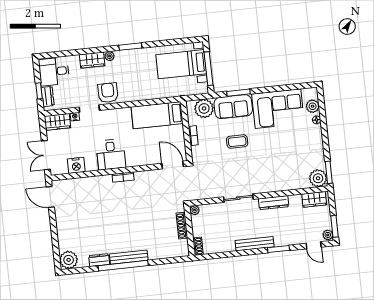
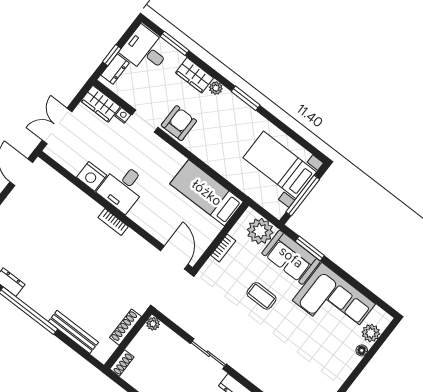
window: (66, 53) -> (175, 43), added
nightstand: (76, 165) -> (92, 176), moved
bench: (129, 257) -> (73, 332), moved

